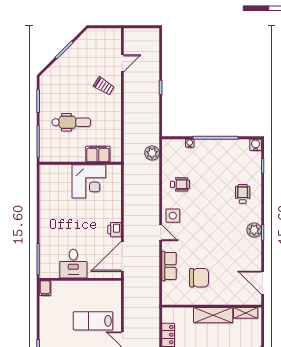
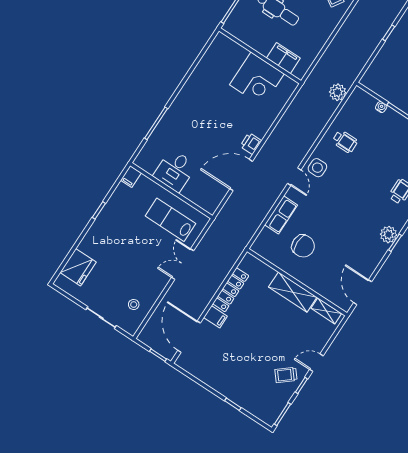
desk: (73, 264) -> (175, 171), moved
wall: (80, 279) -> (171, 191), moved
filing cabinet: (45, 288) -> (131, 177), moved

